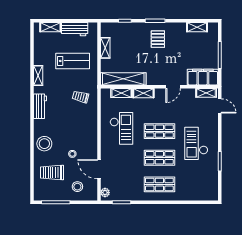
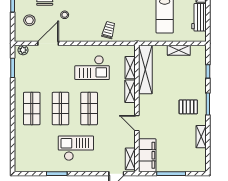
shelving: (197, 27) -> (201, 137), moved
trolley: (81, 97) -> (109, 30), moved

